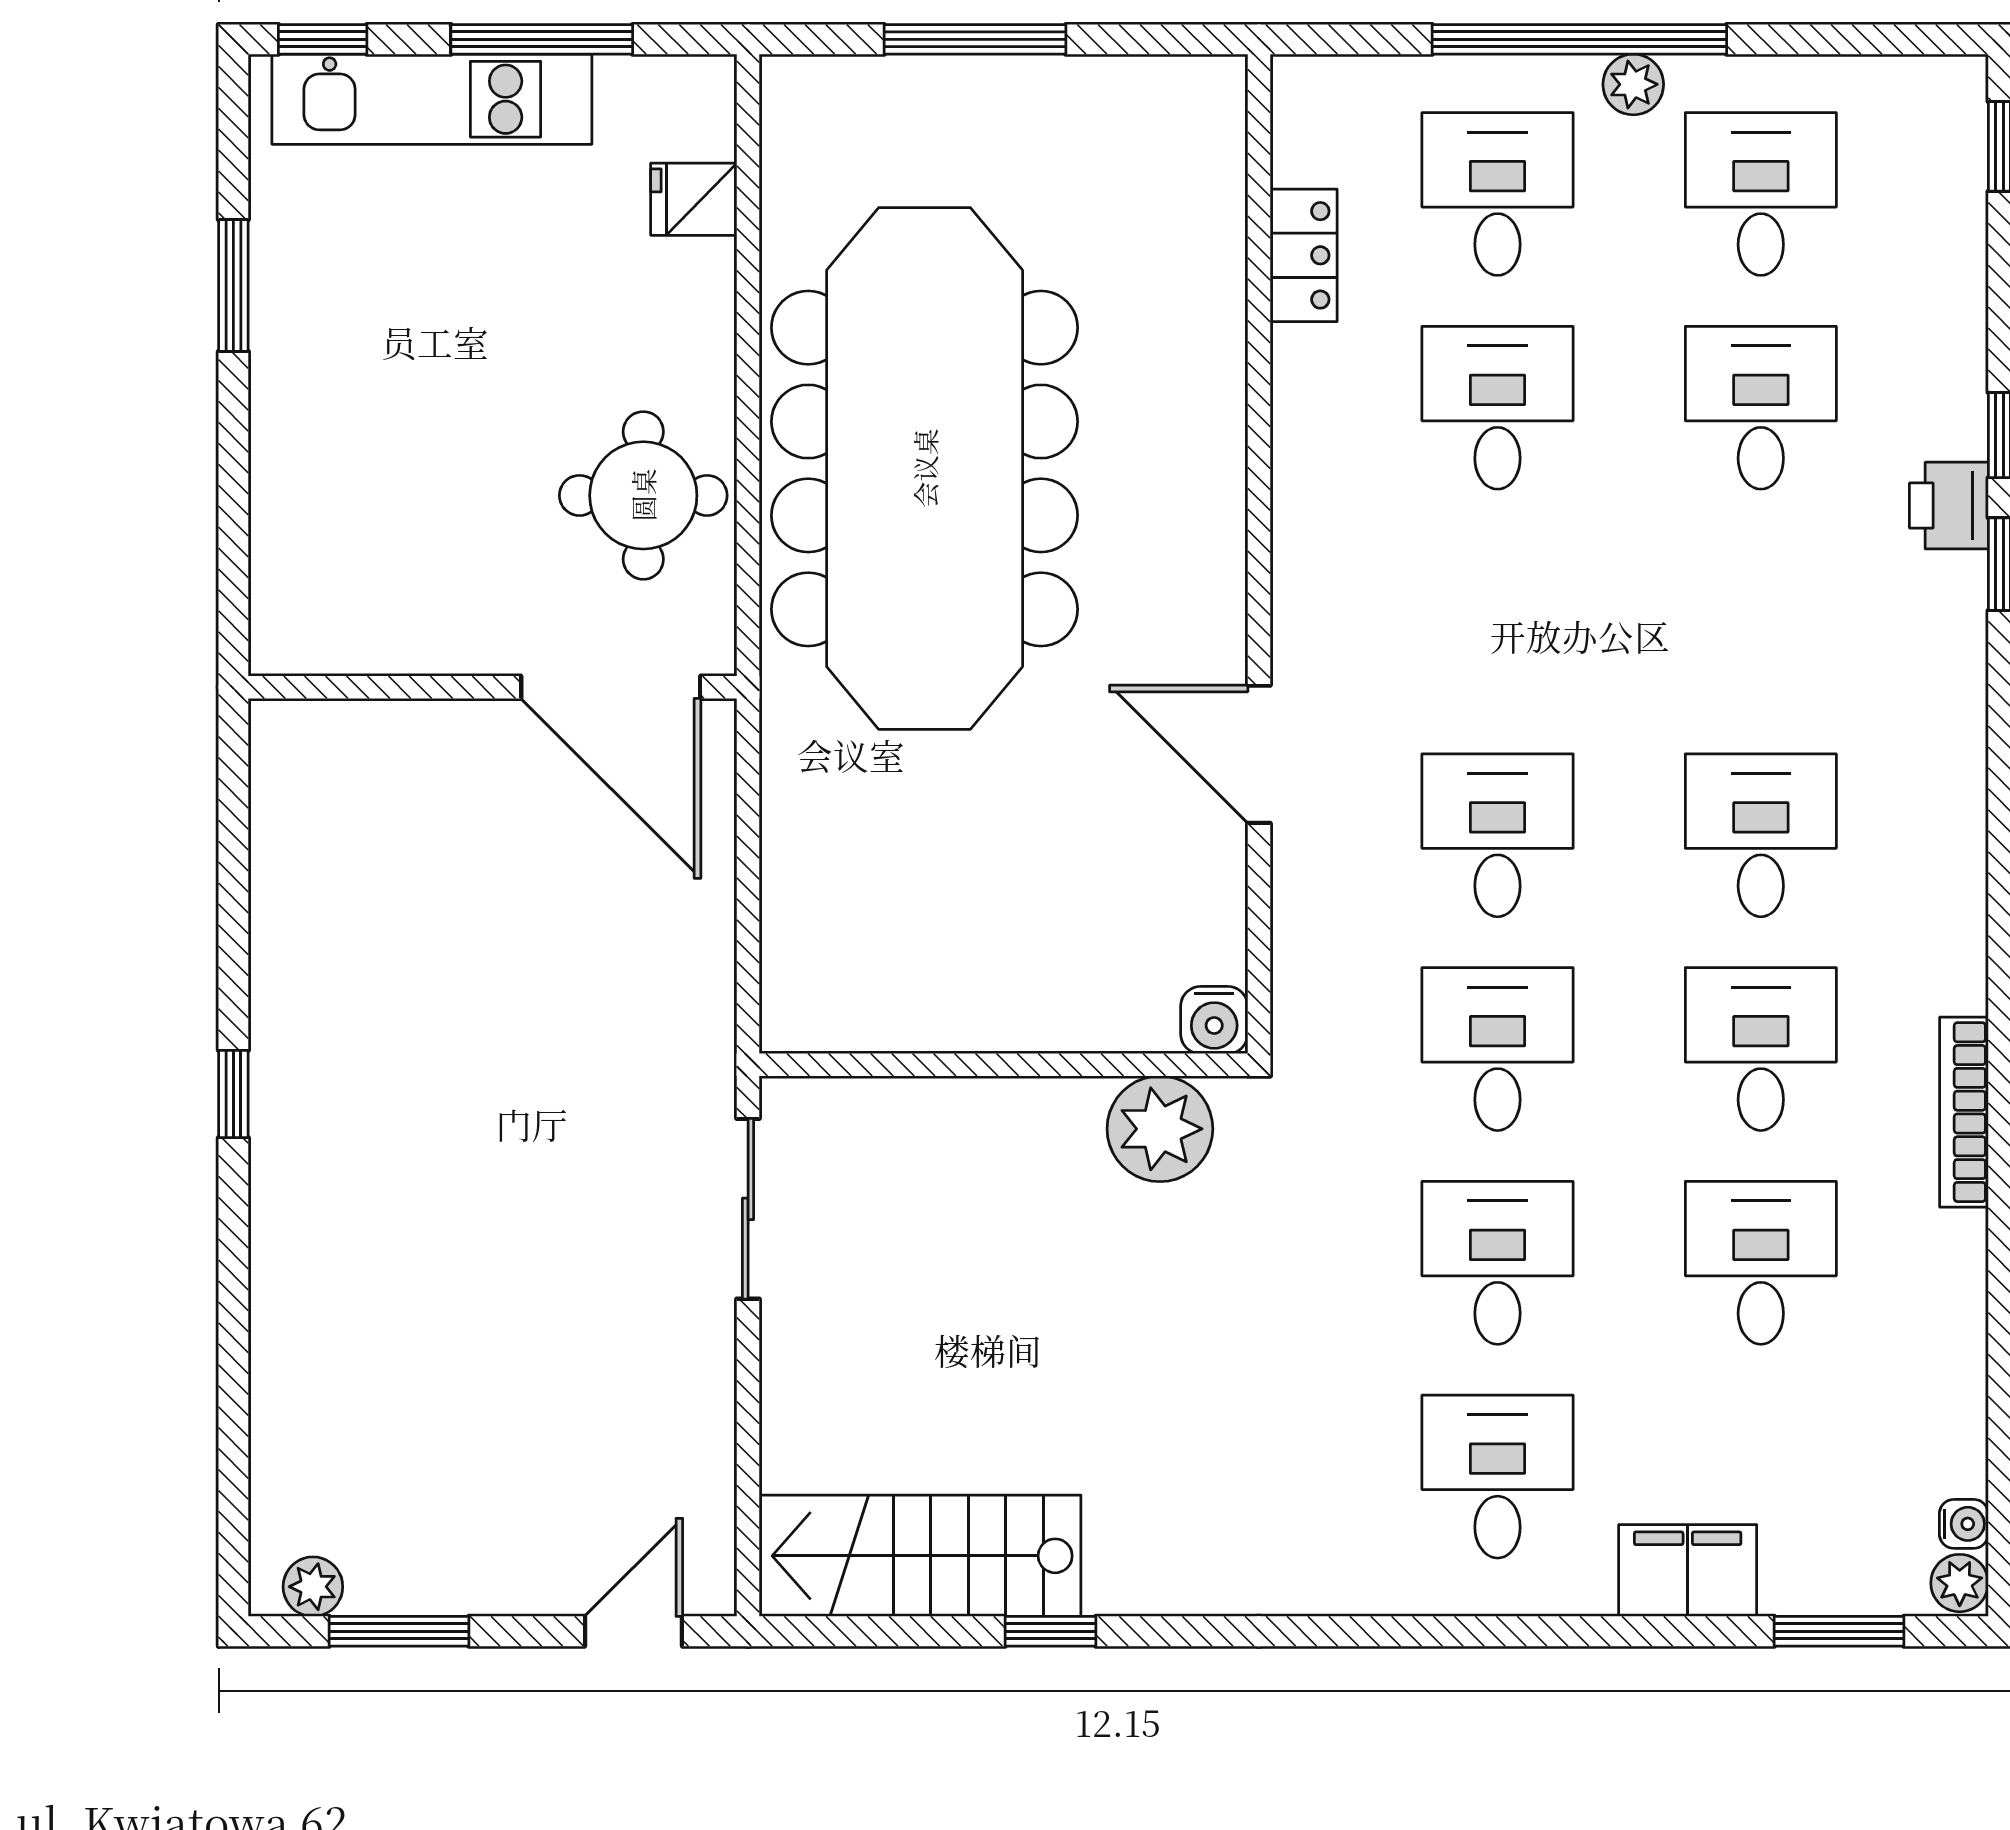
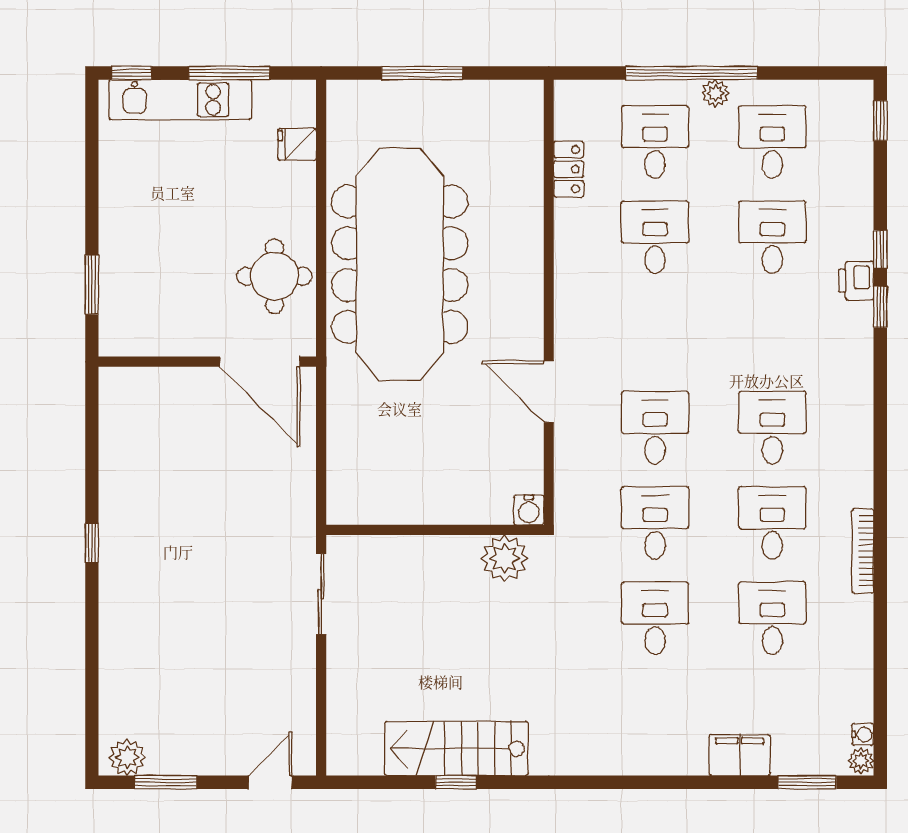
window: (233, 286) -> (92, 285), moved
desk: (1498, 1477) -> (655, 713), removed
stairs: (920, 1556) -> (456, 749), moved
plant: (313, 1587) -> (127, 757), width x1.38, depth x1.38

